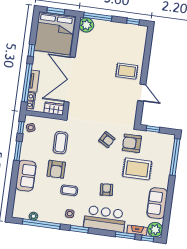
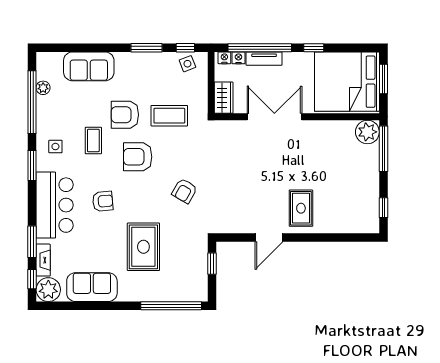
double door: (70, 80) -> (274, 117), width x0.73
armchair: (132, 143) -> (138, 157), moved, turned -90
sofa: (26, 176) -> (89, 66), moved

